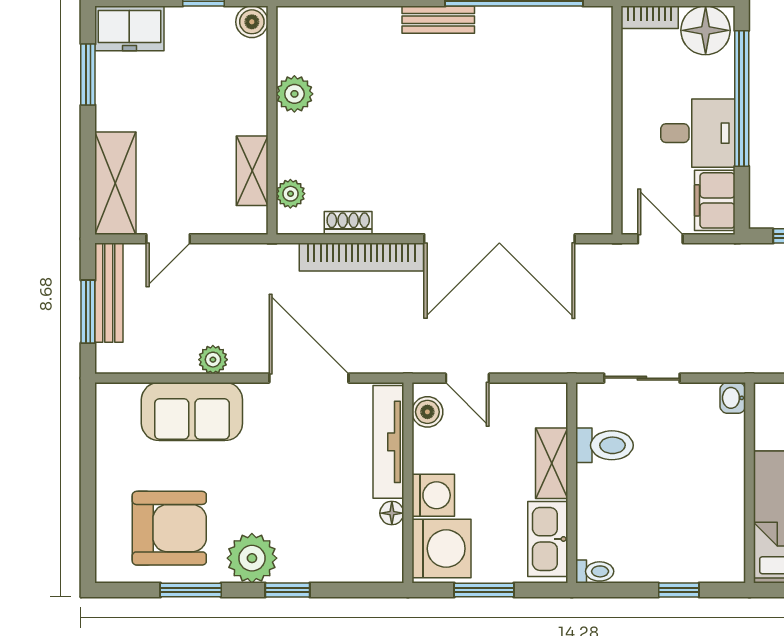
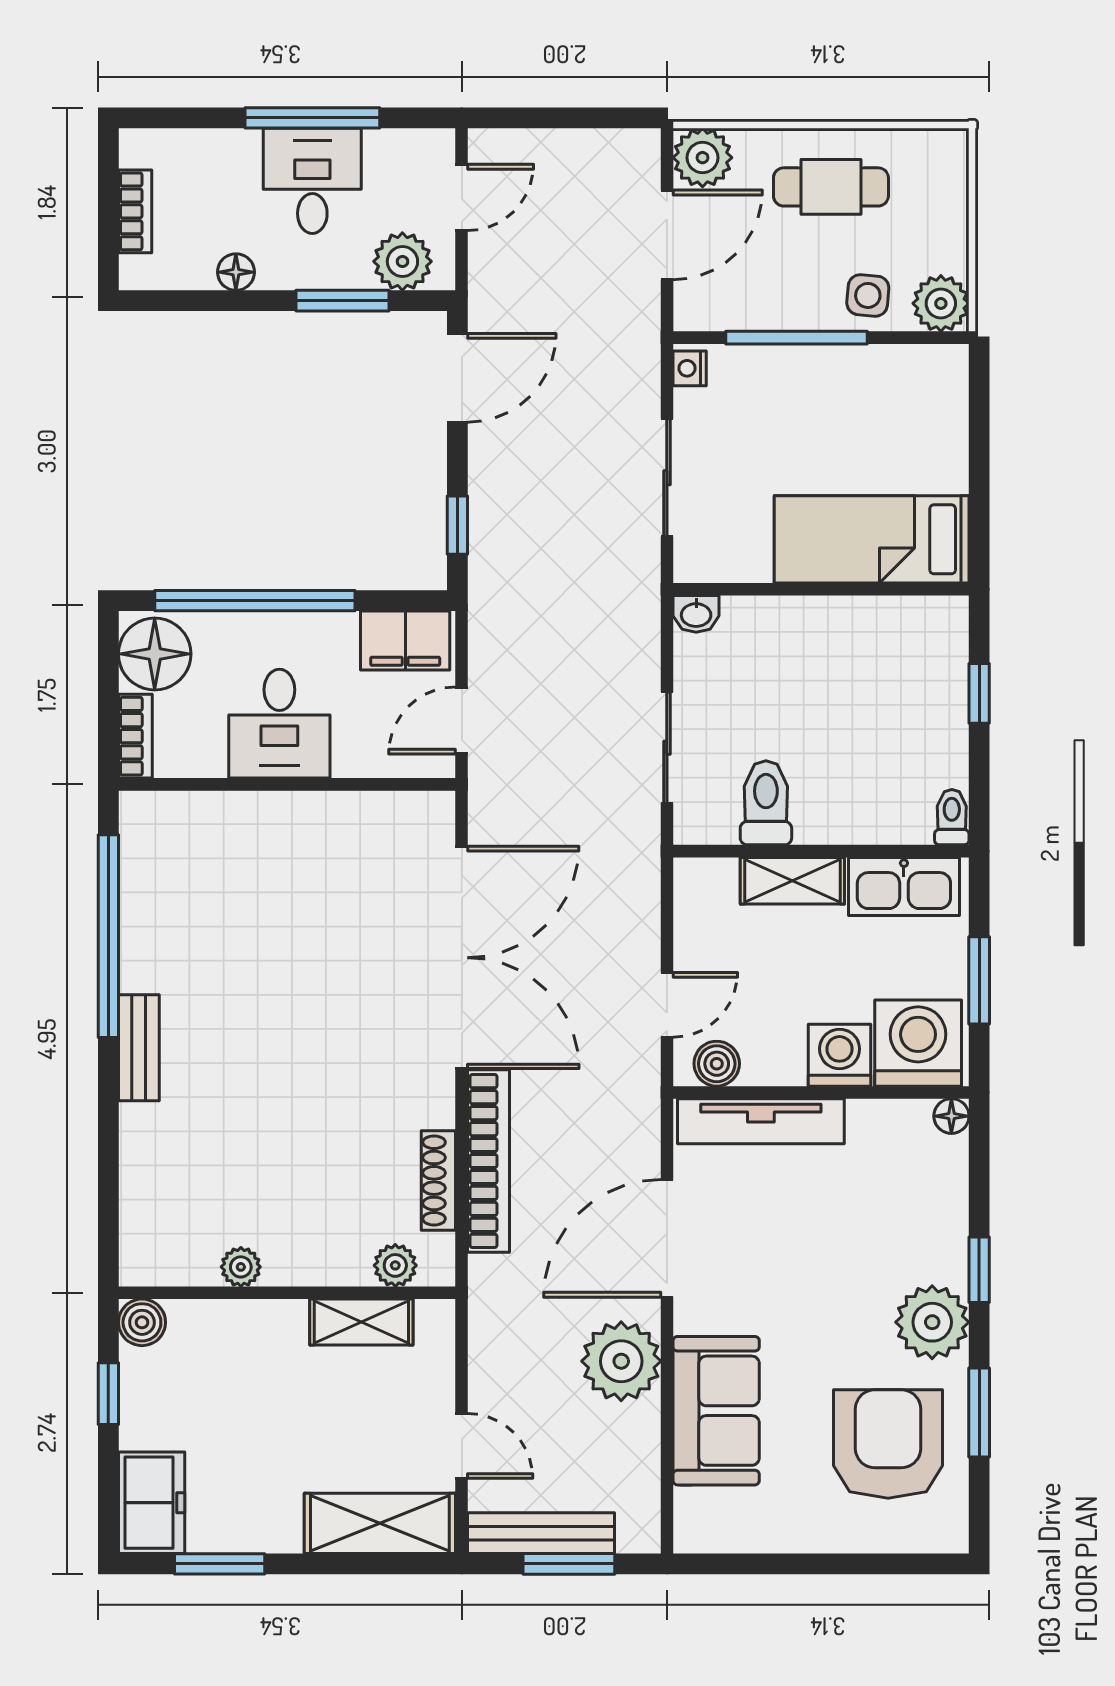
plant: (294, 94) -> (241, 1267), width x0.73, depth x0.73
desk: (698, 133) -> (279, 724), moved, turned 180
shoe rack: (348, 223) -> (438, 1180), width x1.43
plant: (213, 360) -> (621, 1361), width x1.87, depth x1.87
floor lamp: (392, 513) -> (951, 1116), moved

